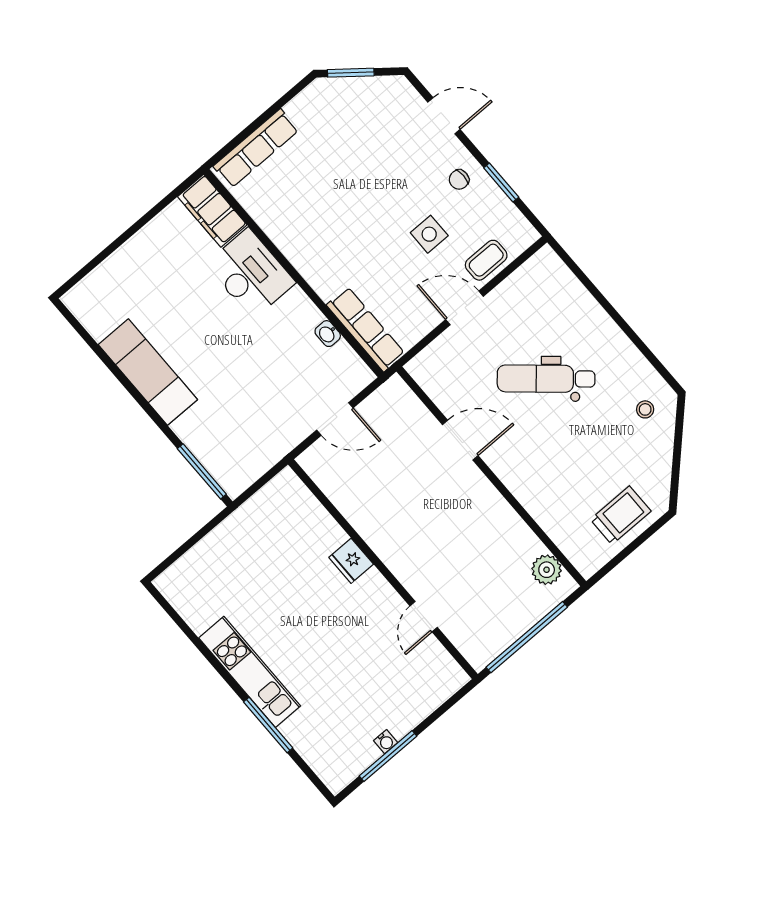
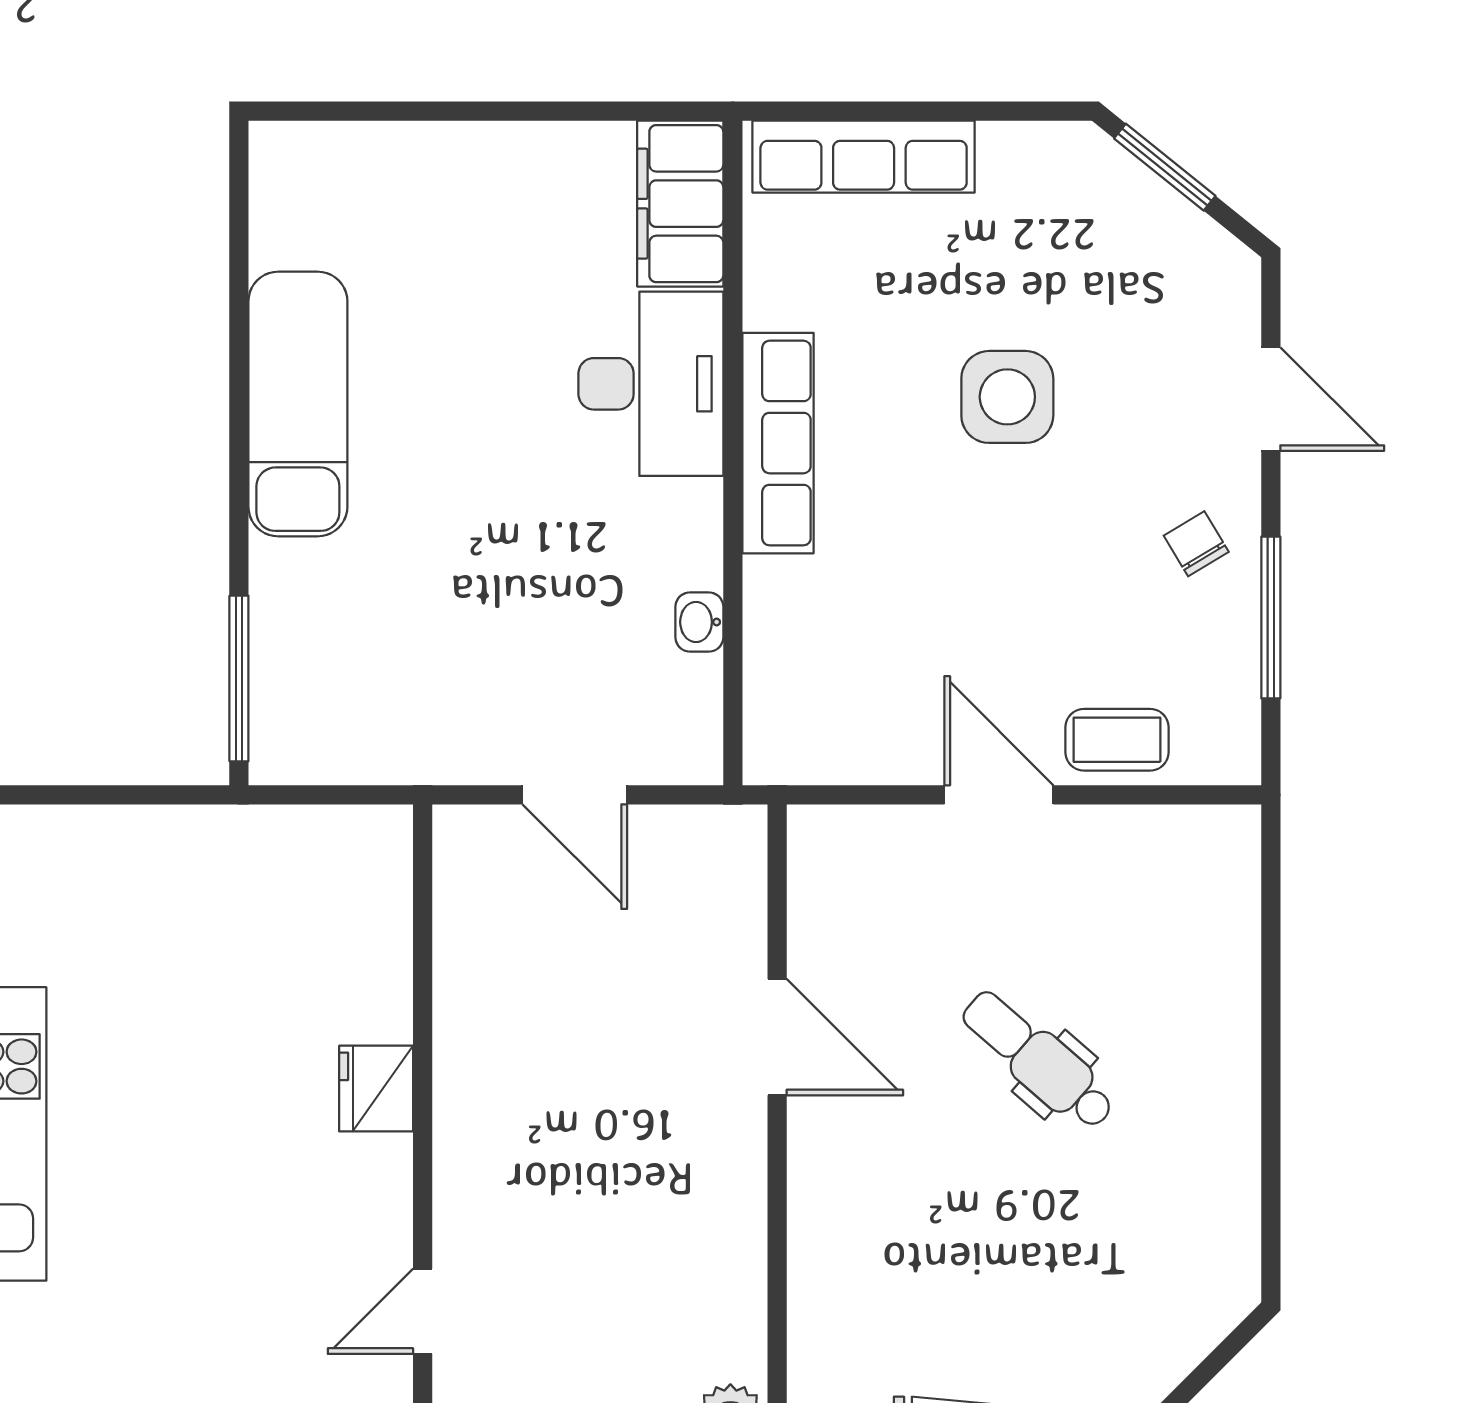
chair: (459, 180) -> (1196, 544), turned 59
window: (501, 183) -> (1271, 618), width x1.44
side table: (429, 234) -> (1007, 397), moved, width x1.37, depth x1.37
row of seats: (366, 329) -> (778, 443), moved
dental chair: (546, 379) -> (1038, 1060), width x0.73, depth x0.72
stool: (645, 409) -> (1175, 1278), removed

